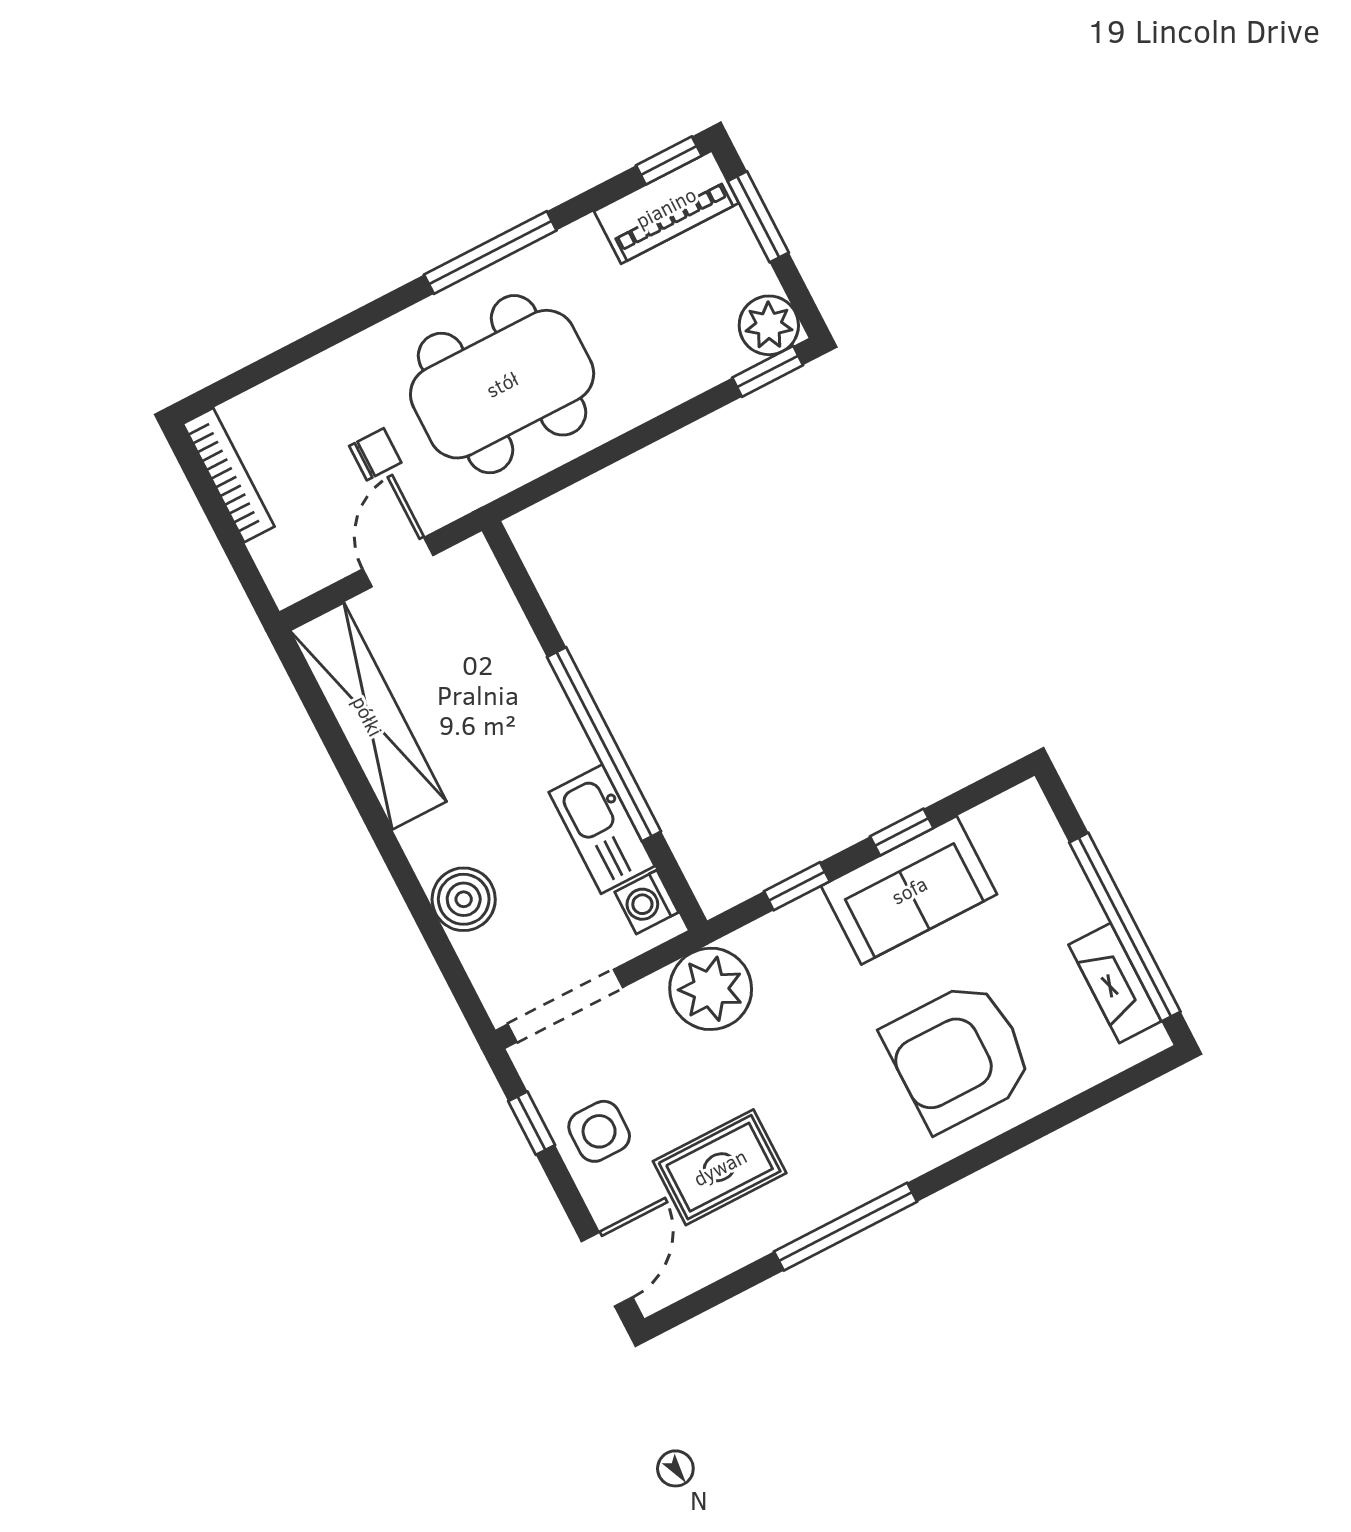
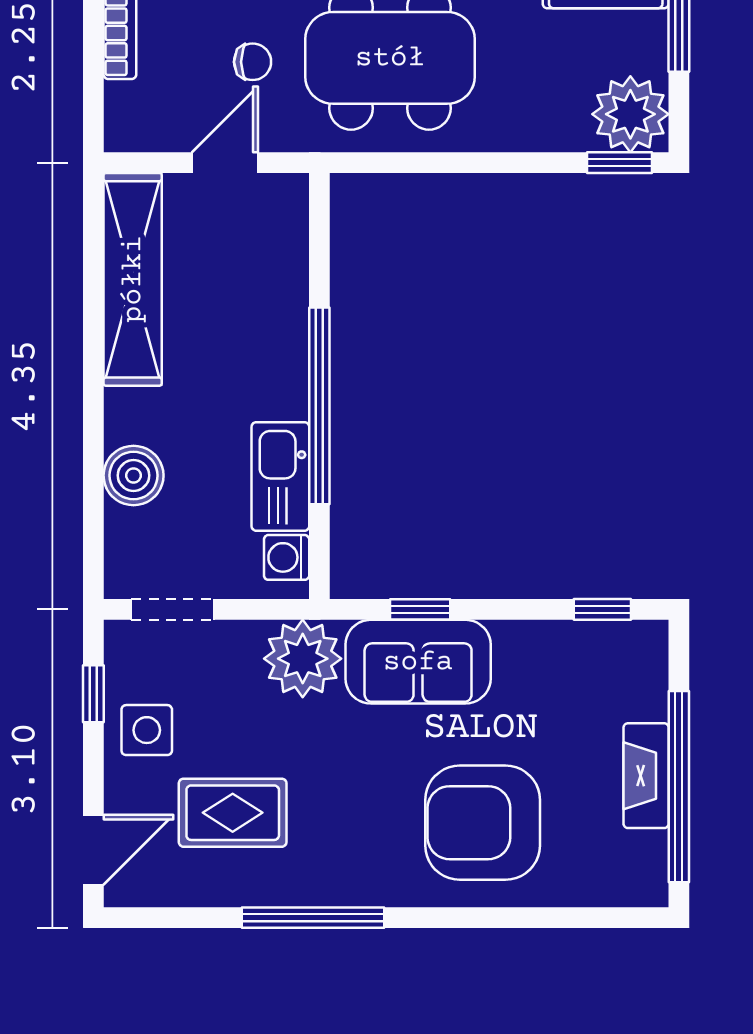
plant: (769, 325) -> (630, 114), width x1.36, depth x1.36
window: (902, 832) -> (602, 609), moved
sofa: (909, 890) -> (418, 662), moved
fireplace: (1115, 983) -> (646, 776), moved
doorway: (565, 1006) -> (173, 609), width x0.73

